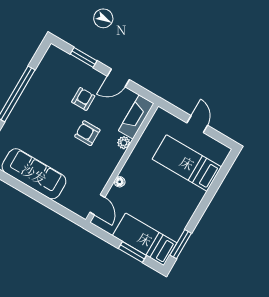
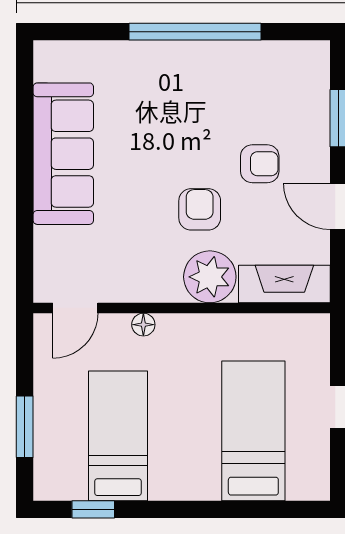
plant: (124, 143) -> (210, 277), width x1.87, depth x1.87
bed: (145, 239) -> (118, 436), moved
window: (181, 244) -> (93, 509), width x0.67

